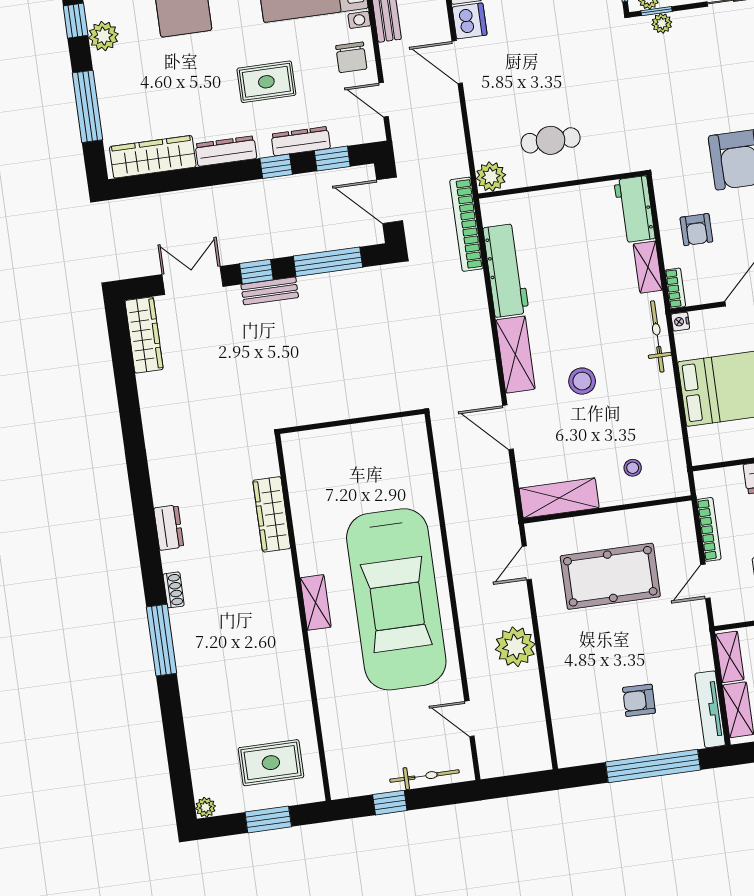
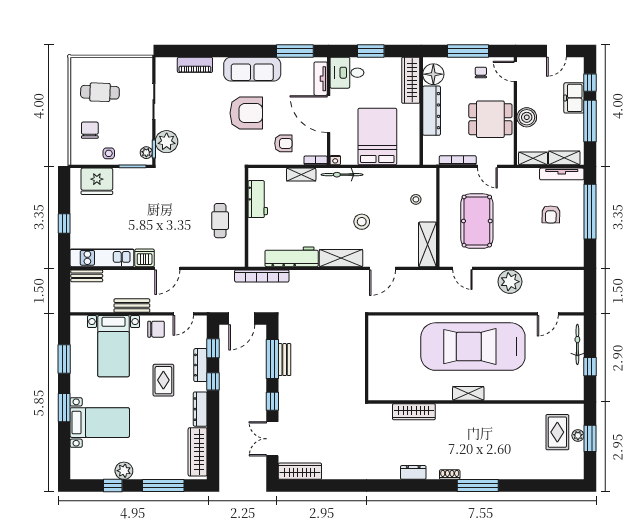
plant: (662, 23) -> (167, 142), width x1.88, depth x1.88
plant: (491, 177) -> (236, 258), removed
workbench: (634, 209) -> (258, 199), moved, turned -90
bench: (270, 291) -> (285, 360), moved
car: (396, 599) -> (473, 347), turned 180
plant: (206, 807) -> (578, 436), moved

